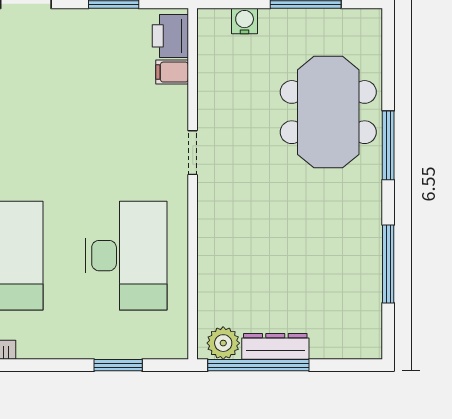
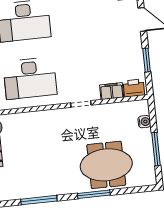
filing cabinet: (172, 72) -> (112, 91), width x2.00

